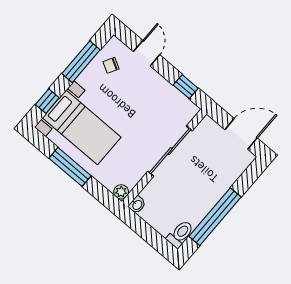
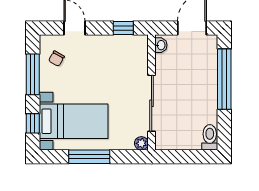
sliding door: (170, 151) -> (152, 103), moved
washbasin: (137, 205) -> (161, 45), moved
window: (215, 217) -> (224, 79), moved

